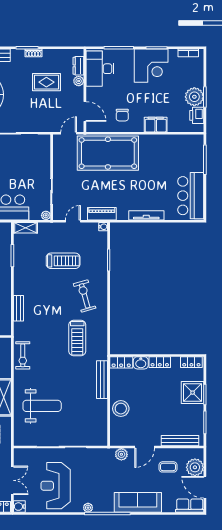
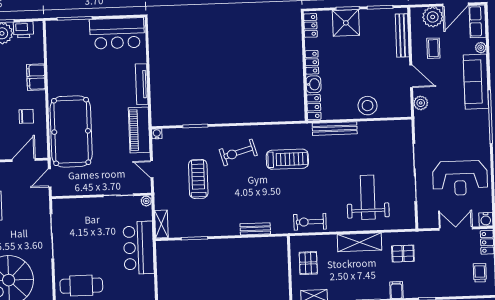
door: (69, 133) -> (50, 178), hinge flipped
piano: (102, 214) -> (139, 130), width x1.37, depth x1.33
exercise bike: (23, 355) -> (310, 222), turned 180
plant: (88, 508) -> (481, 48), moved

